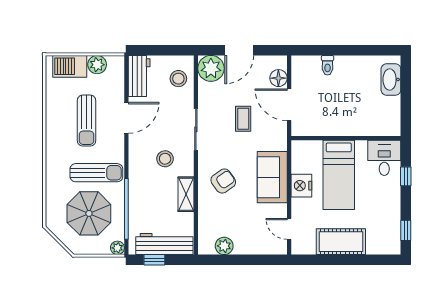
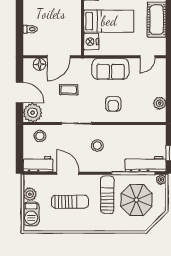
armchair: (223, 181) -> (113, 104), turned -145
nightstand: (301, 186) -> (91, 42), moved, turned 90
shelving: (186, 194) -> (123, 131), removed
workbench: (164, 244) -> (146, 164), moved, turned 90

